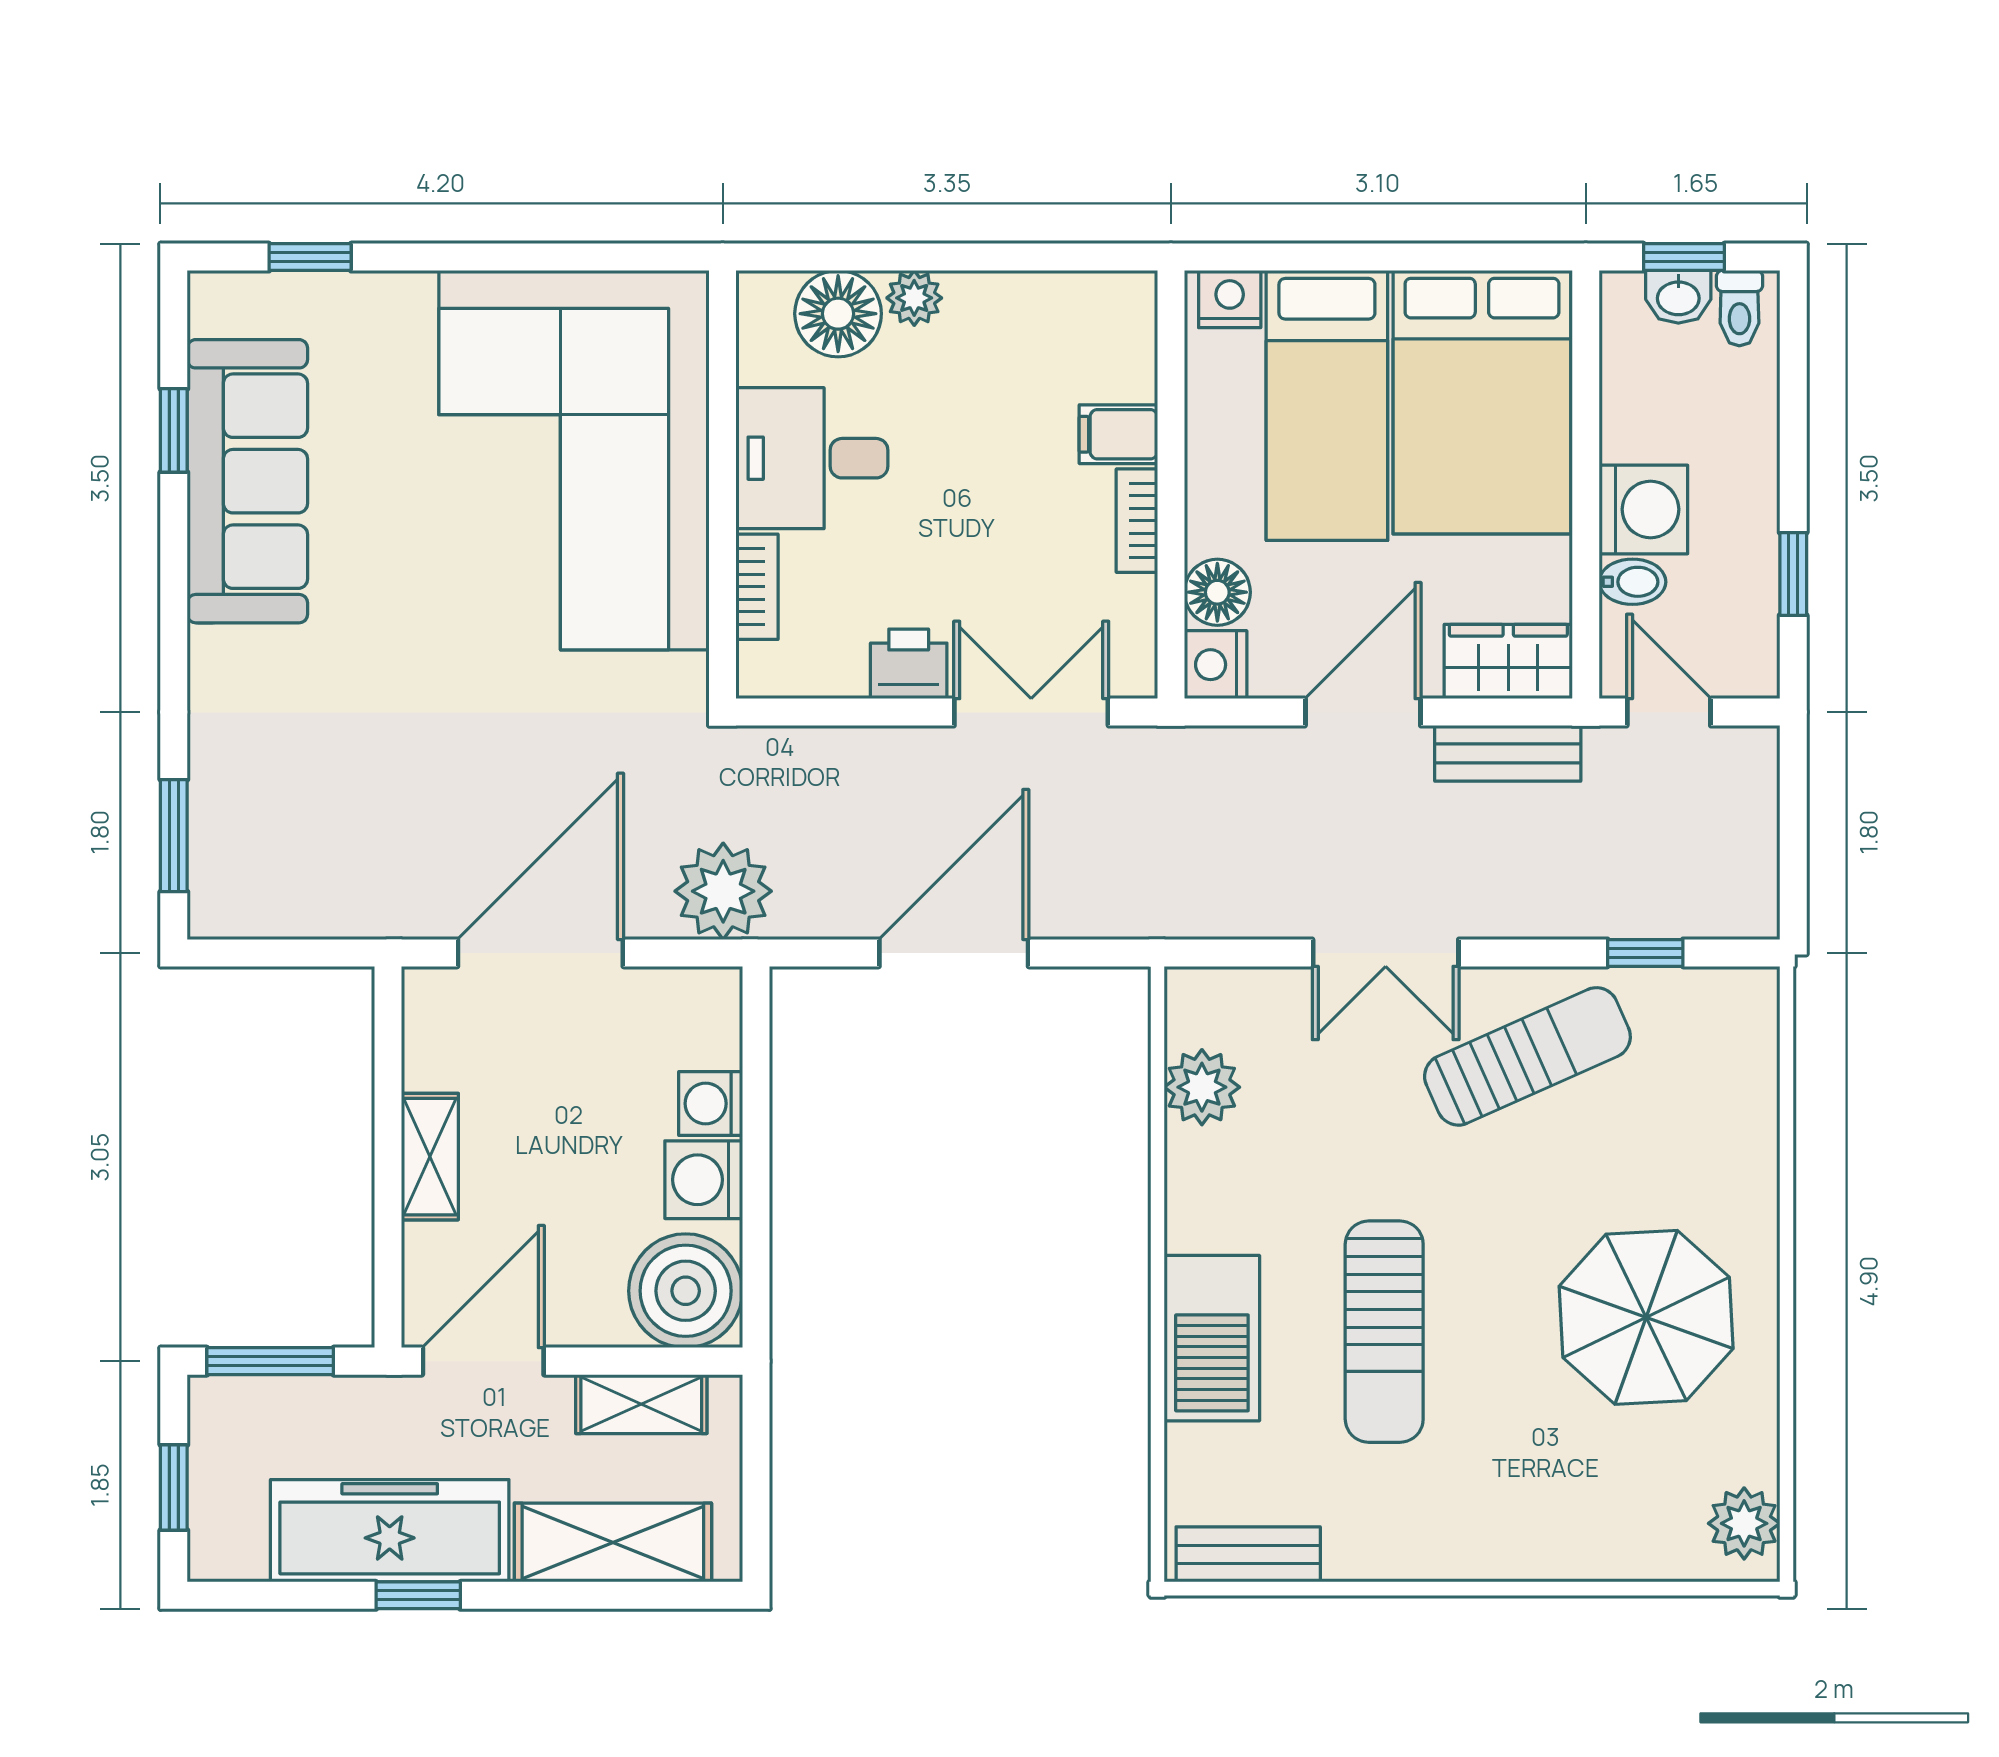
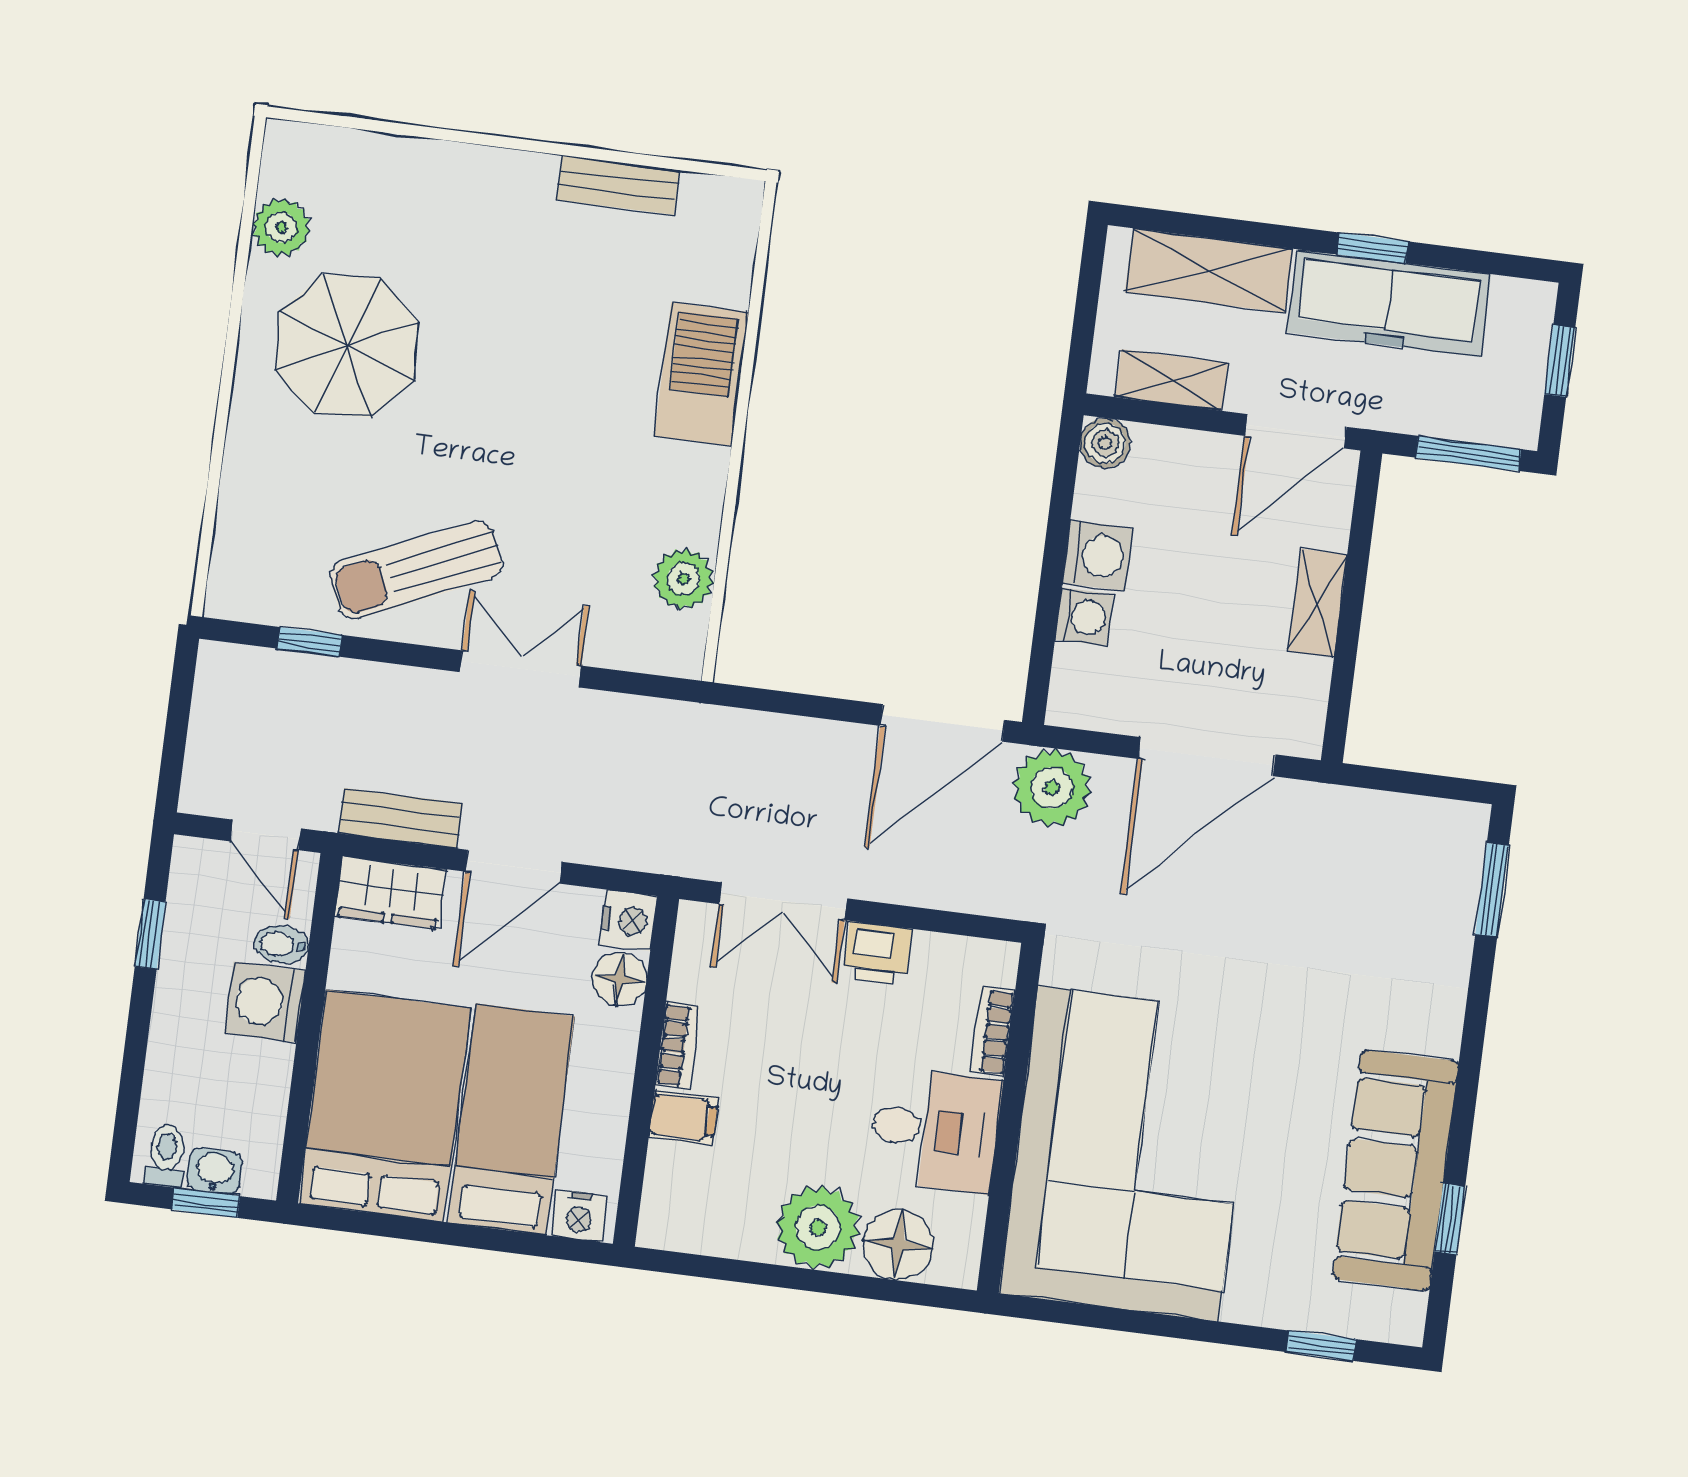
plant: (914, 298) -> (818, 1227), width x1.88, depth x1.88
door: (954, 953) -> (942, 723), moved
boiler: (686, 1291) -> (1105, 443), width x0.54, depth x0.54
sun lounger: (1384, 1332) -> (561, 362), removed
plant: (1744, 1523) -> (281, 227), moved
bench: (1248, 1554) -> (618, 185), moved

